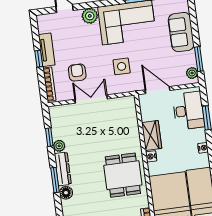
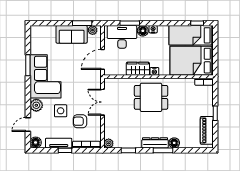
floor lamp: (44, 21) -> (36, 142), added
sofa: (181, 32) -> (72, 34), moved
side table: (122, 66) -> (61, 111), moved
double door: (91, 99) -> (103, 102), moved
floor lamp: (199, 135) -> (143, 31), added
plant: (59, 146) -> (109, 143), moved
dining table: (123, 175) -> (151, 97), moved

